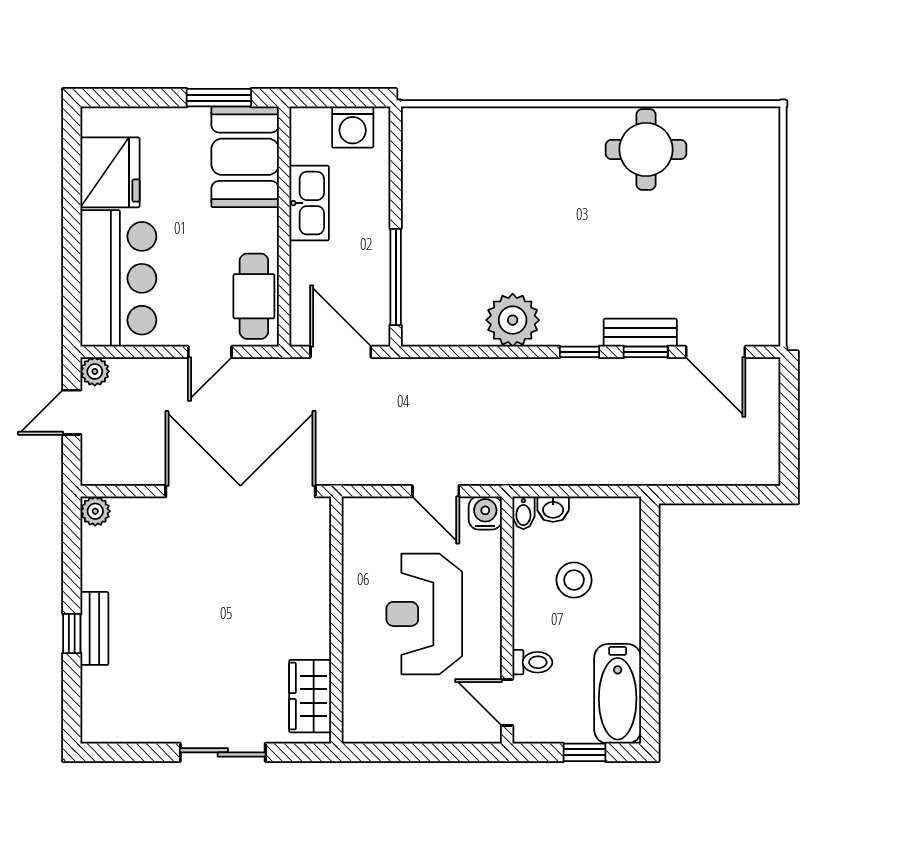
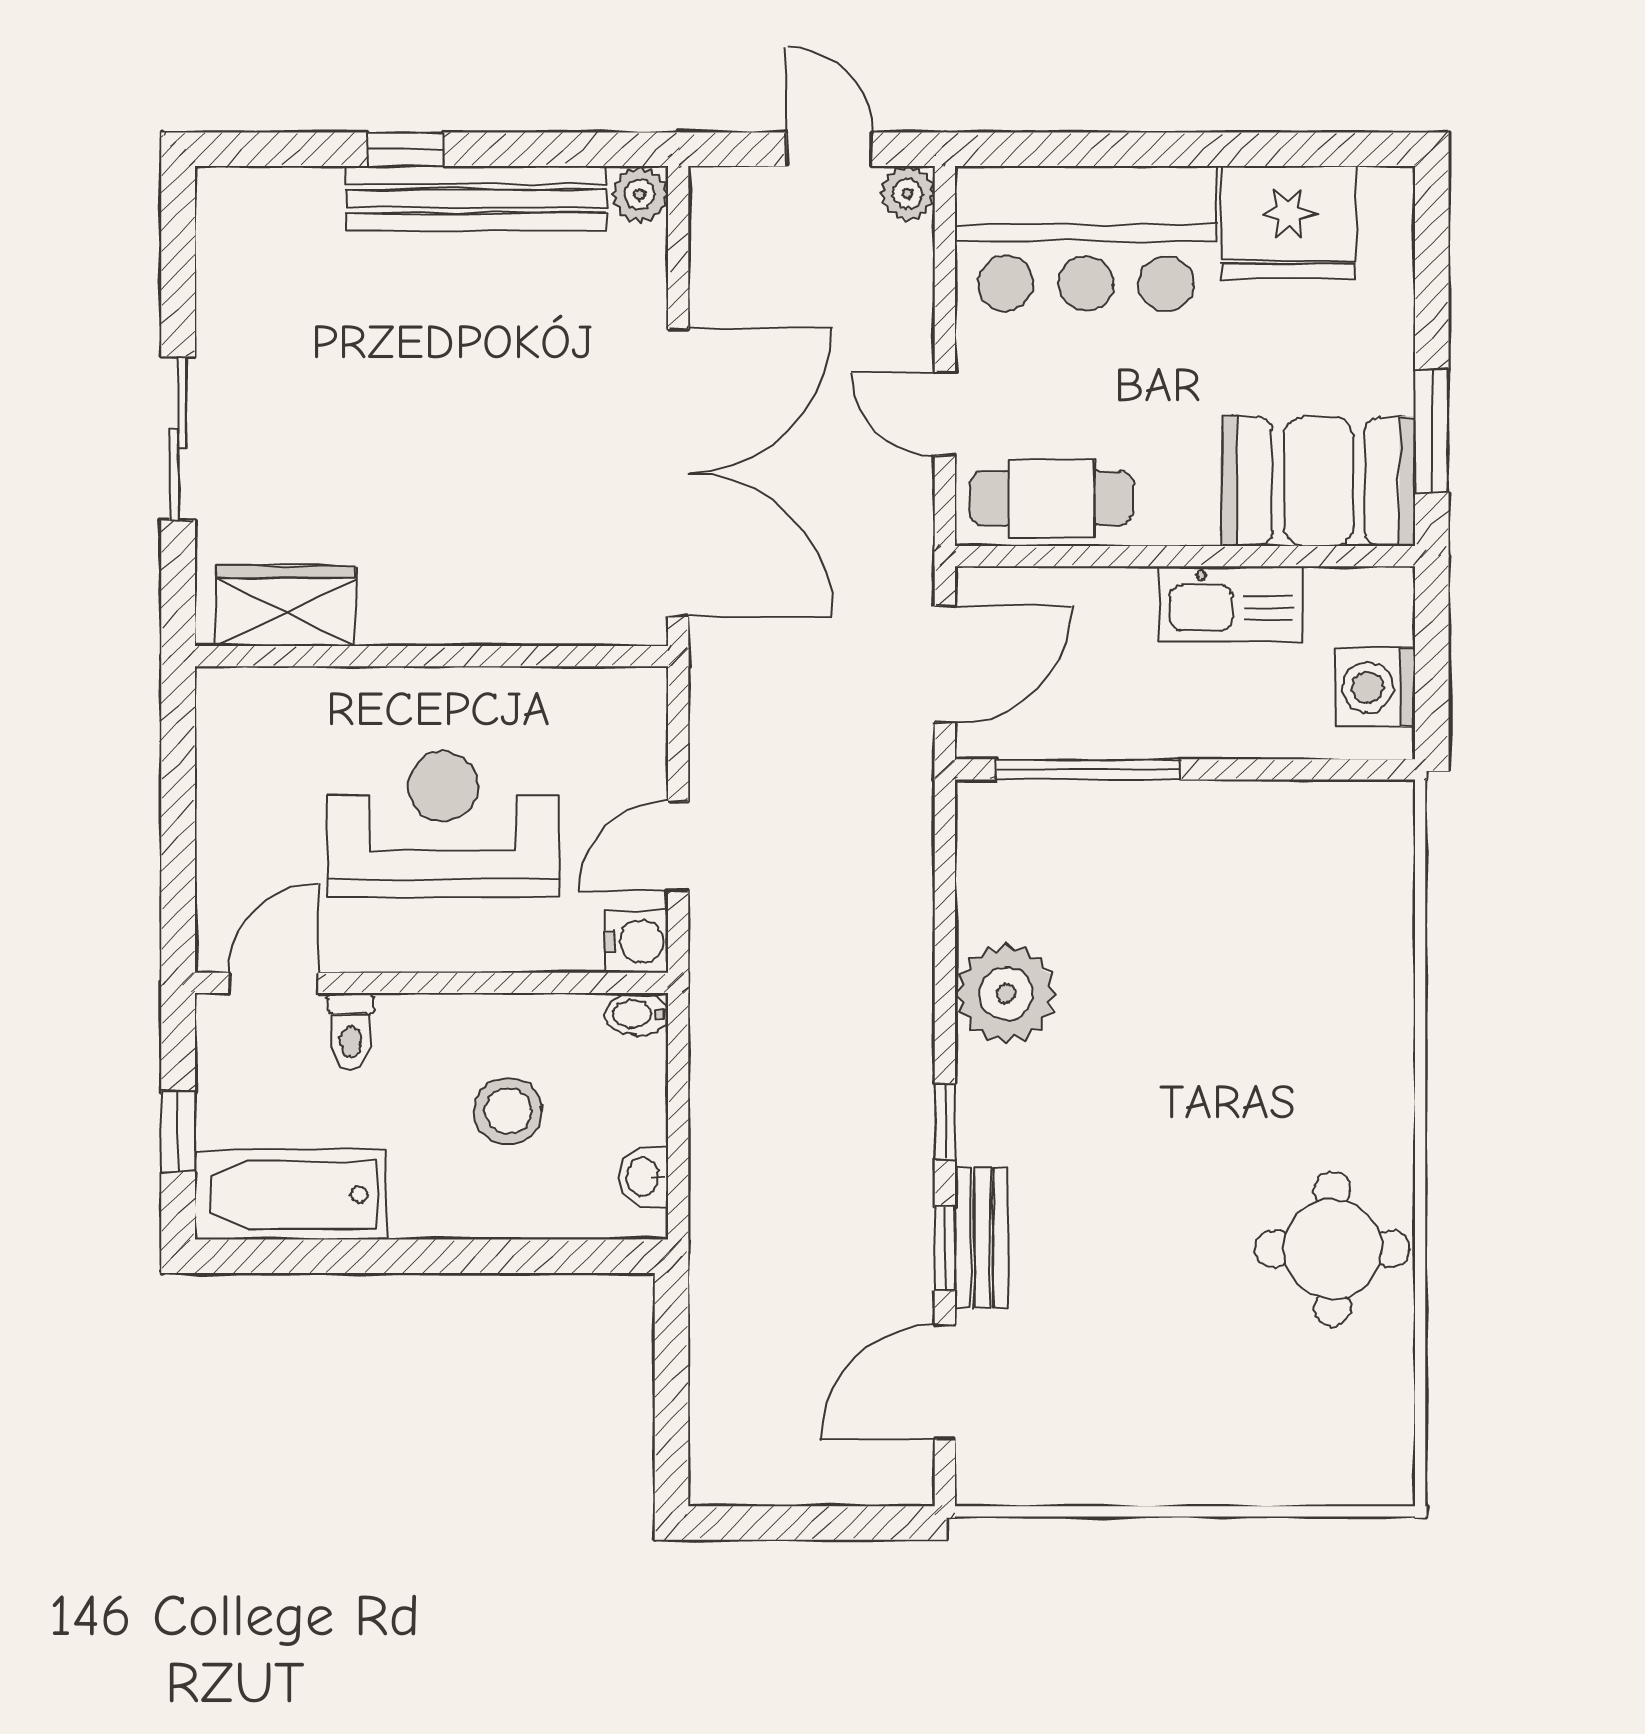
washbasin: (553, 509) -> (644, 1177), moved
bench: (94, 628) -> (476, 198), width x1.86, depth x1.21

